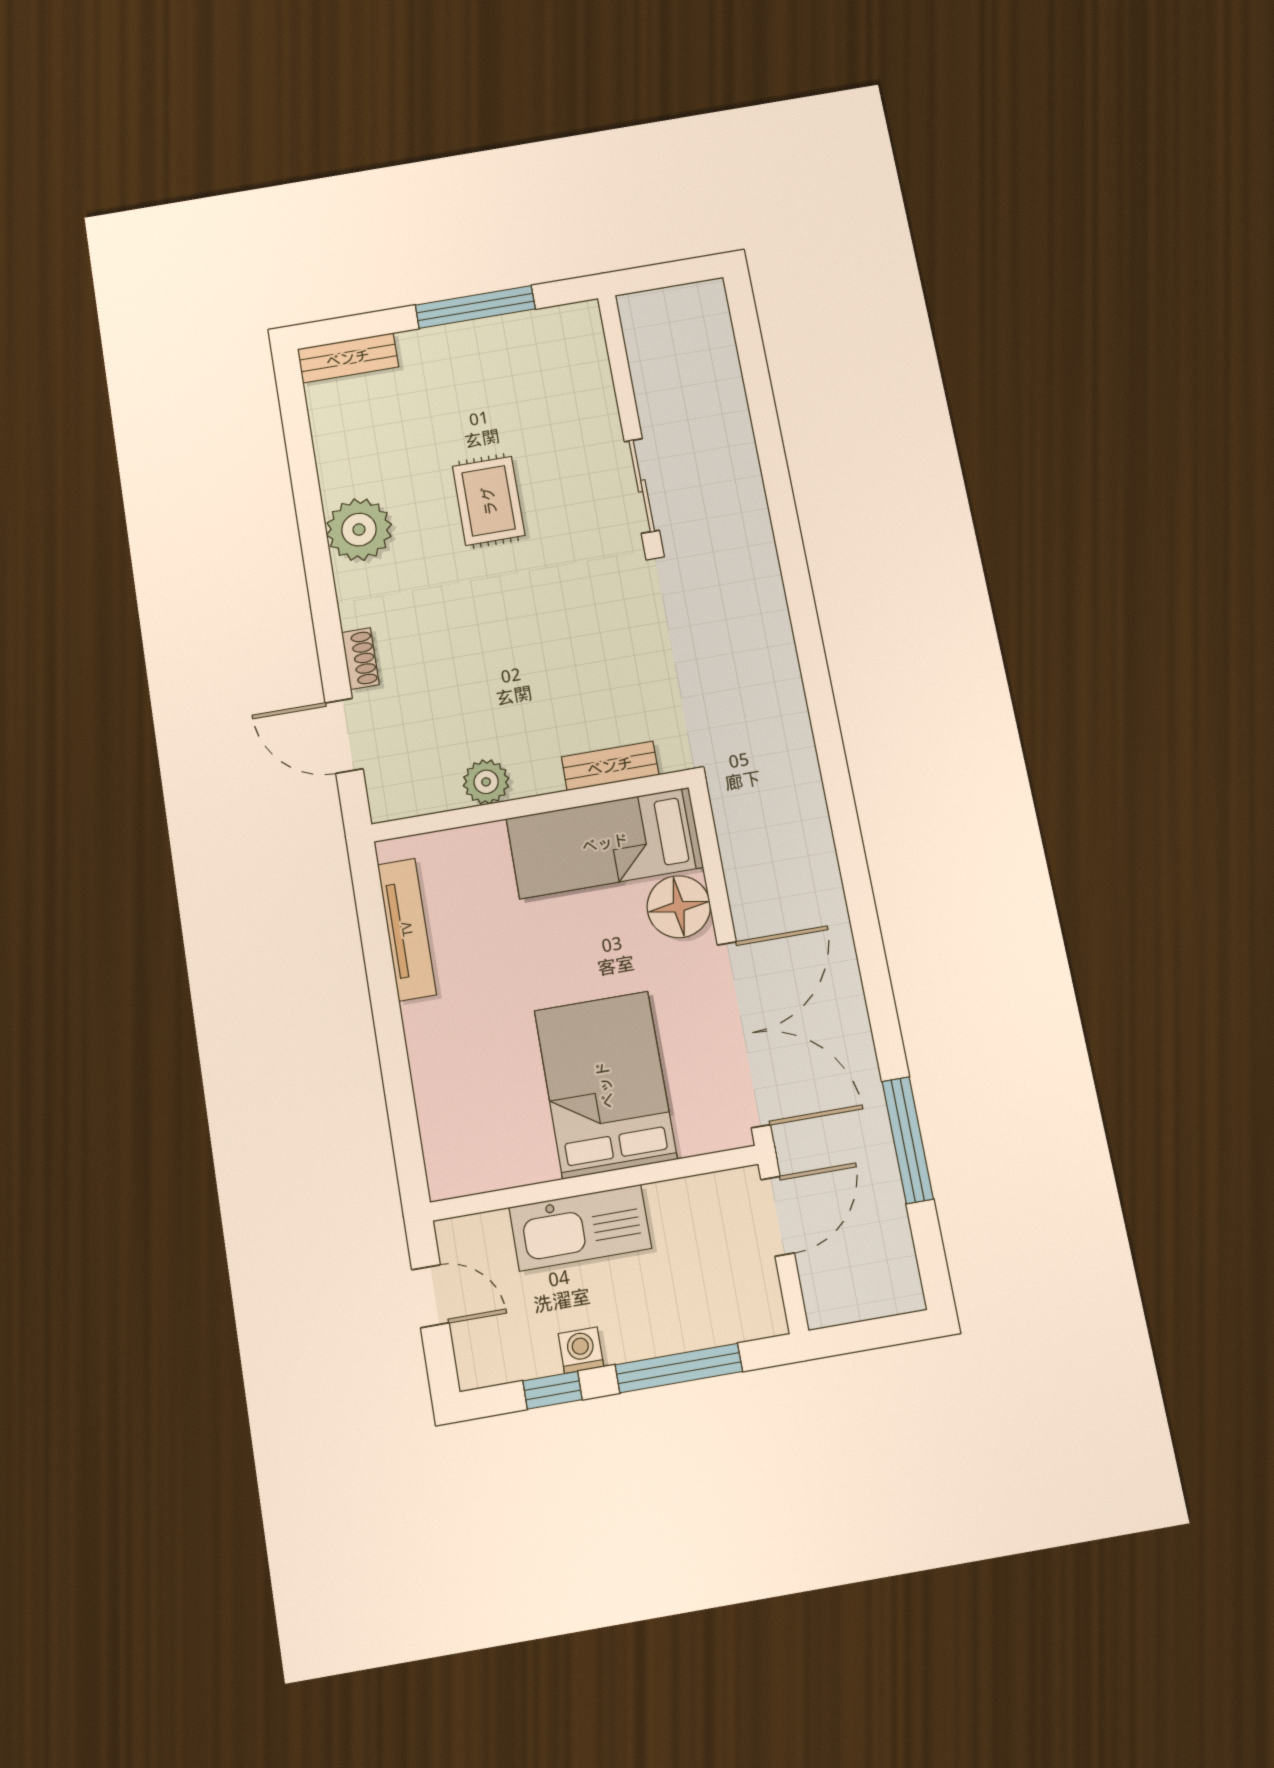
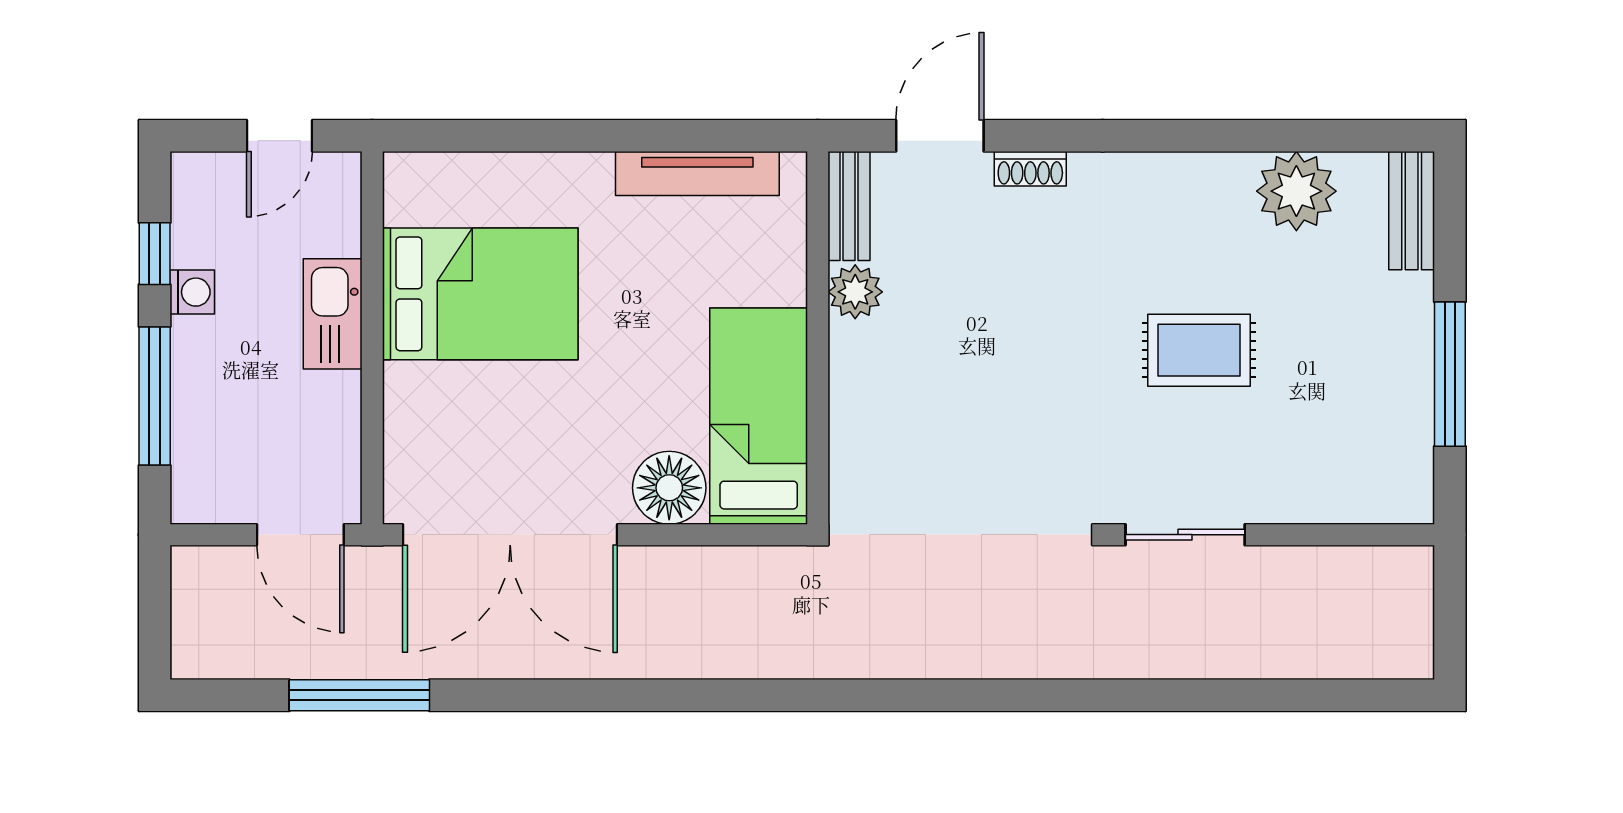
plant: (359, 530) -> (1296, 191), moved
bench: (610, 766) -> (849, 206), moved
bed: (605, 1085) -> (480, 294), moved
kitchen sink: (580, 1228) -> (333, 314), width x0.73, depth x0.81

